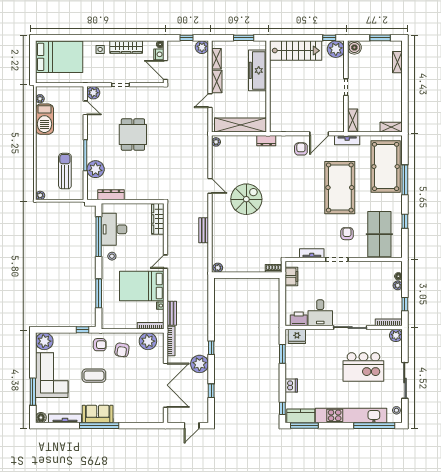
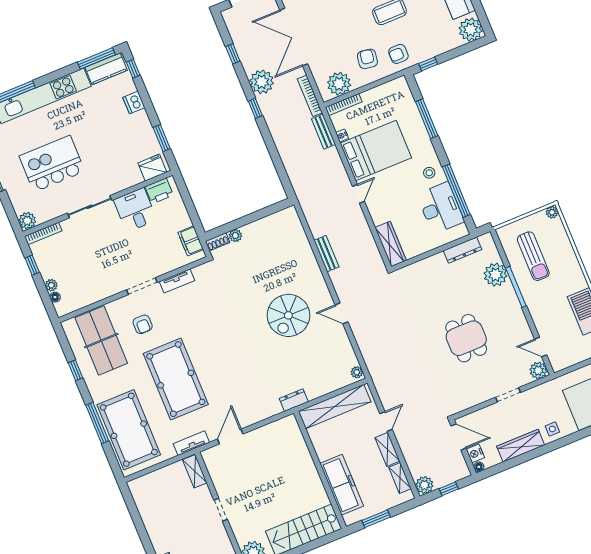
shelving: (391, 127) -> (142, 483), removed
armchair: (301, 149) -> (245, 408), removed
plant: (218, 268) -> (235, 236), moved

